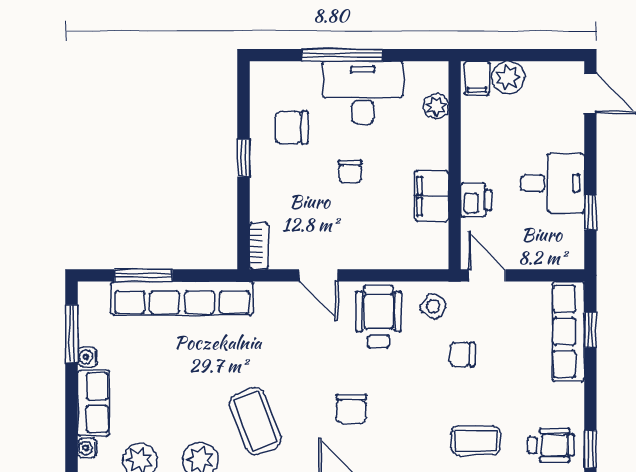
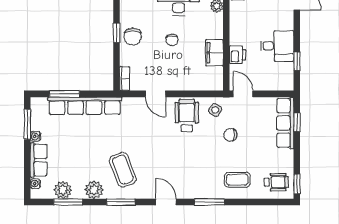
chair: (291, 127) -> (133, 37), moved, turned -90
chair: (351, 409) -> (173, 163), removed

